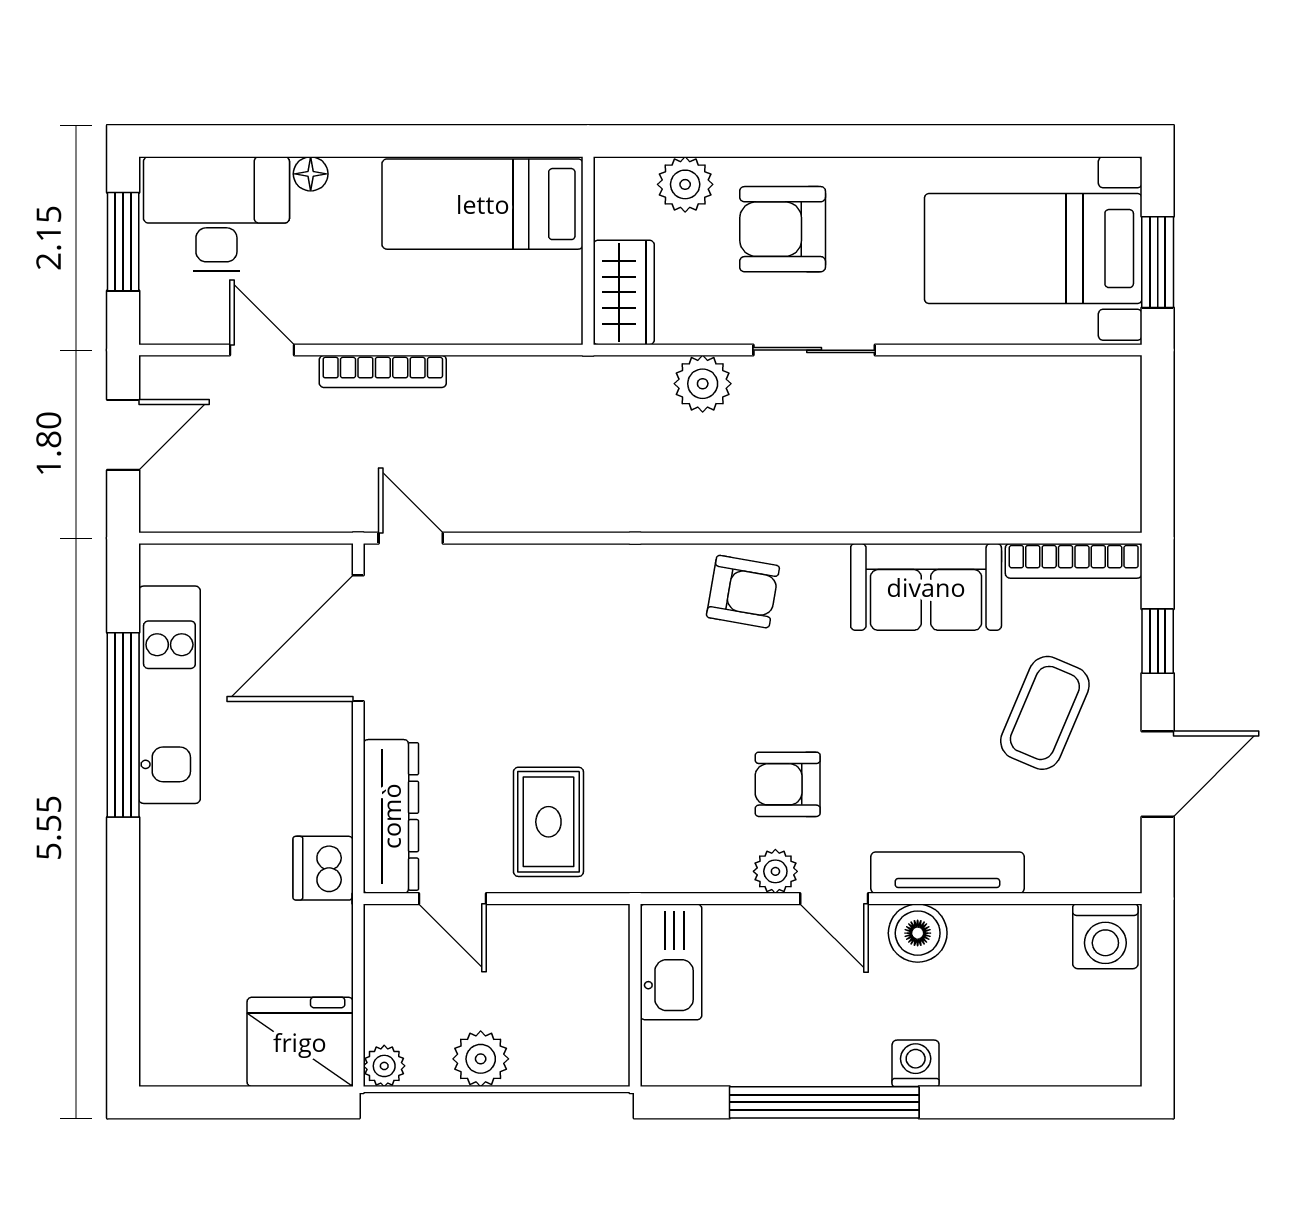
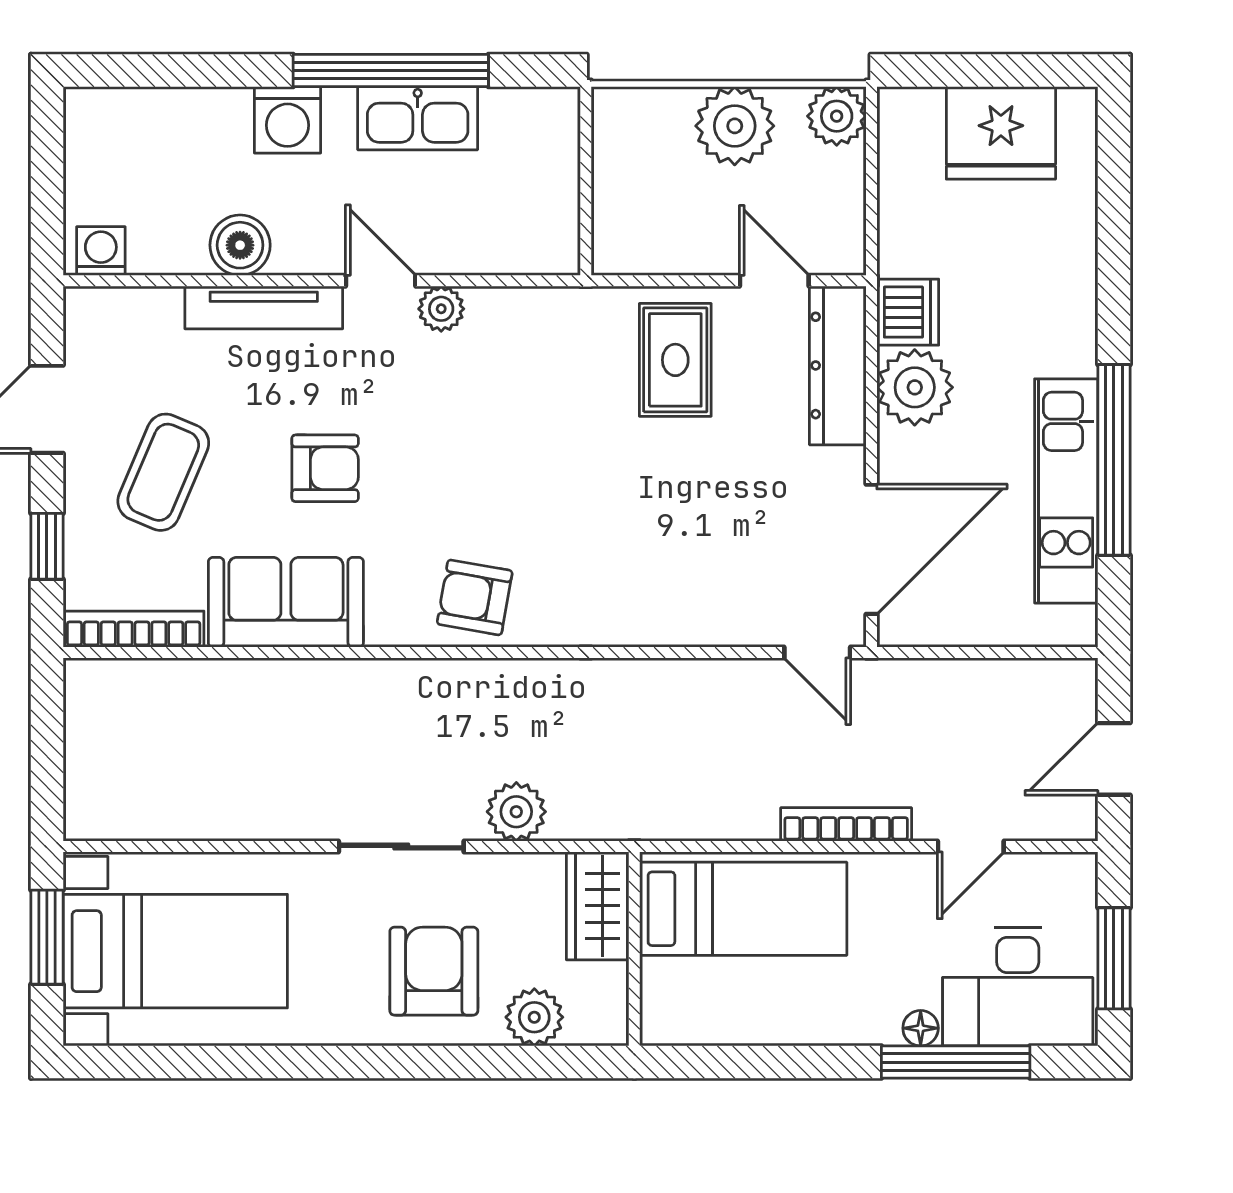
window: (277, 141) -> (956, 1062), added
bed: (483, 204) -> (743, 909), moved
armchair: (783, 229) -> (434, 971), turned -90
door: (262, 350) -> (971, 847), hinge flipped
armchair: (788, 784) -> (325, 468), moved
plant: (316, 795) -> (915, 387), added
boiler: (918, 933) -> (240, 245), moved
washing machine: (1105, 936) -> (101, 251), width x0.73, depth x0.73
kitchen sink: (671, 962) -> (418, 118), moved, turned -90
fridge: (300, 1042) -> (1001, 133), moved
plant: (481, 1059) -> (735, 126), width x1.36, depth x1.36
washing machine: (916, 1063) -> (288, 120), width x1.38, depth x1.38
plant: (384, 1066) -> (837, 116), width x1.38, depth x1.38

